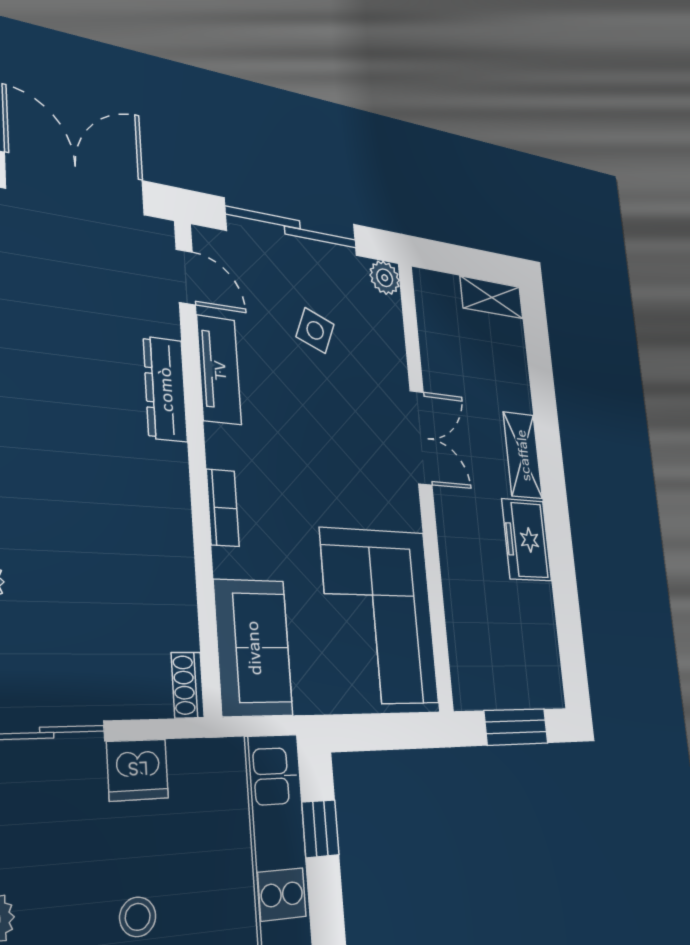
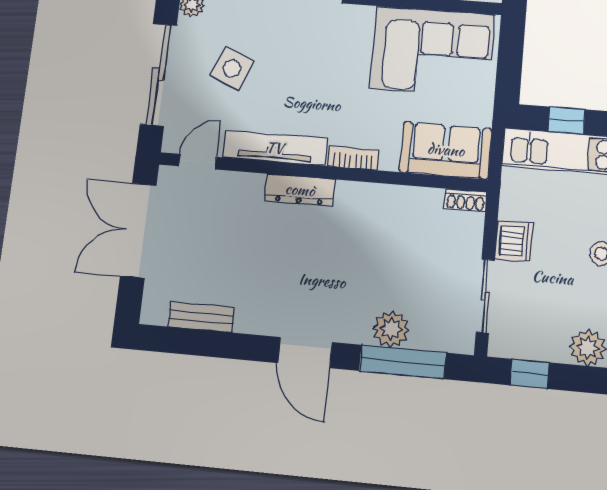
side table: (315, 330) -> (232, 69), width x1.37, depth x1.37
tv unit: (219, 370) -> (275, 148), width x1.41
dresser: (165, 389) -> (300, 190), moved

